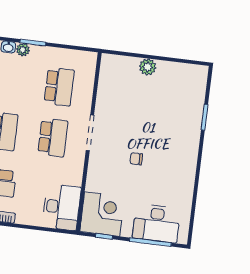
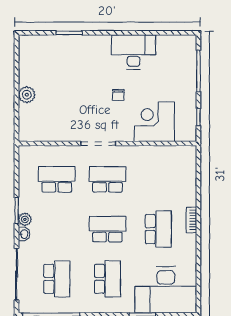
desk: (62, 207) -> (175, 162), removed
corner desk: (102, 214) -> (154, 122), moved
desk: (156, 223) -> (134, 52), moved, turned -90

